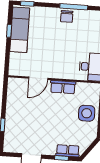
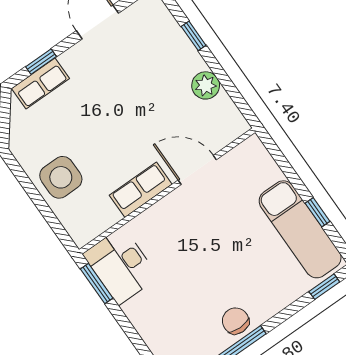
door: (38, 78) -> (197, 170), hinge flipped
plant: (12, 105) -> (206, 85), added

